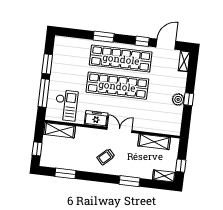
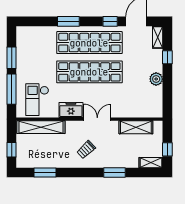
window: (189, 99) -> (167, 57), moved
checkout: (66, 105) -> (37, 100), turned 180
shelving: (60, 130) -> (41, 127), width x1.47

